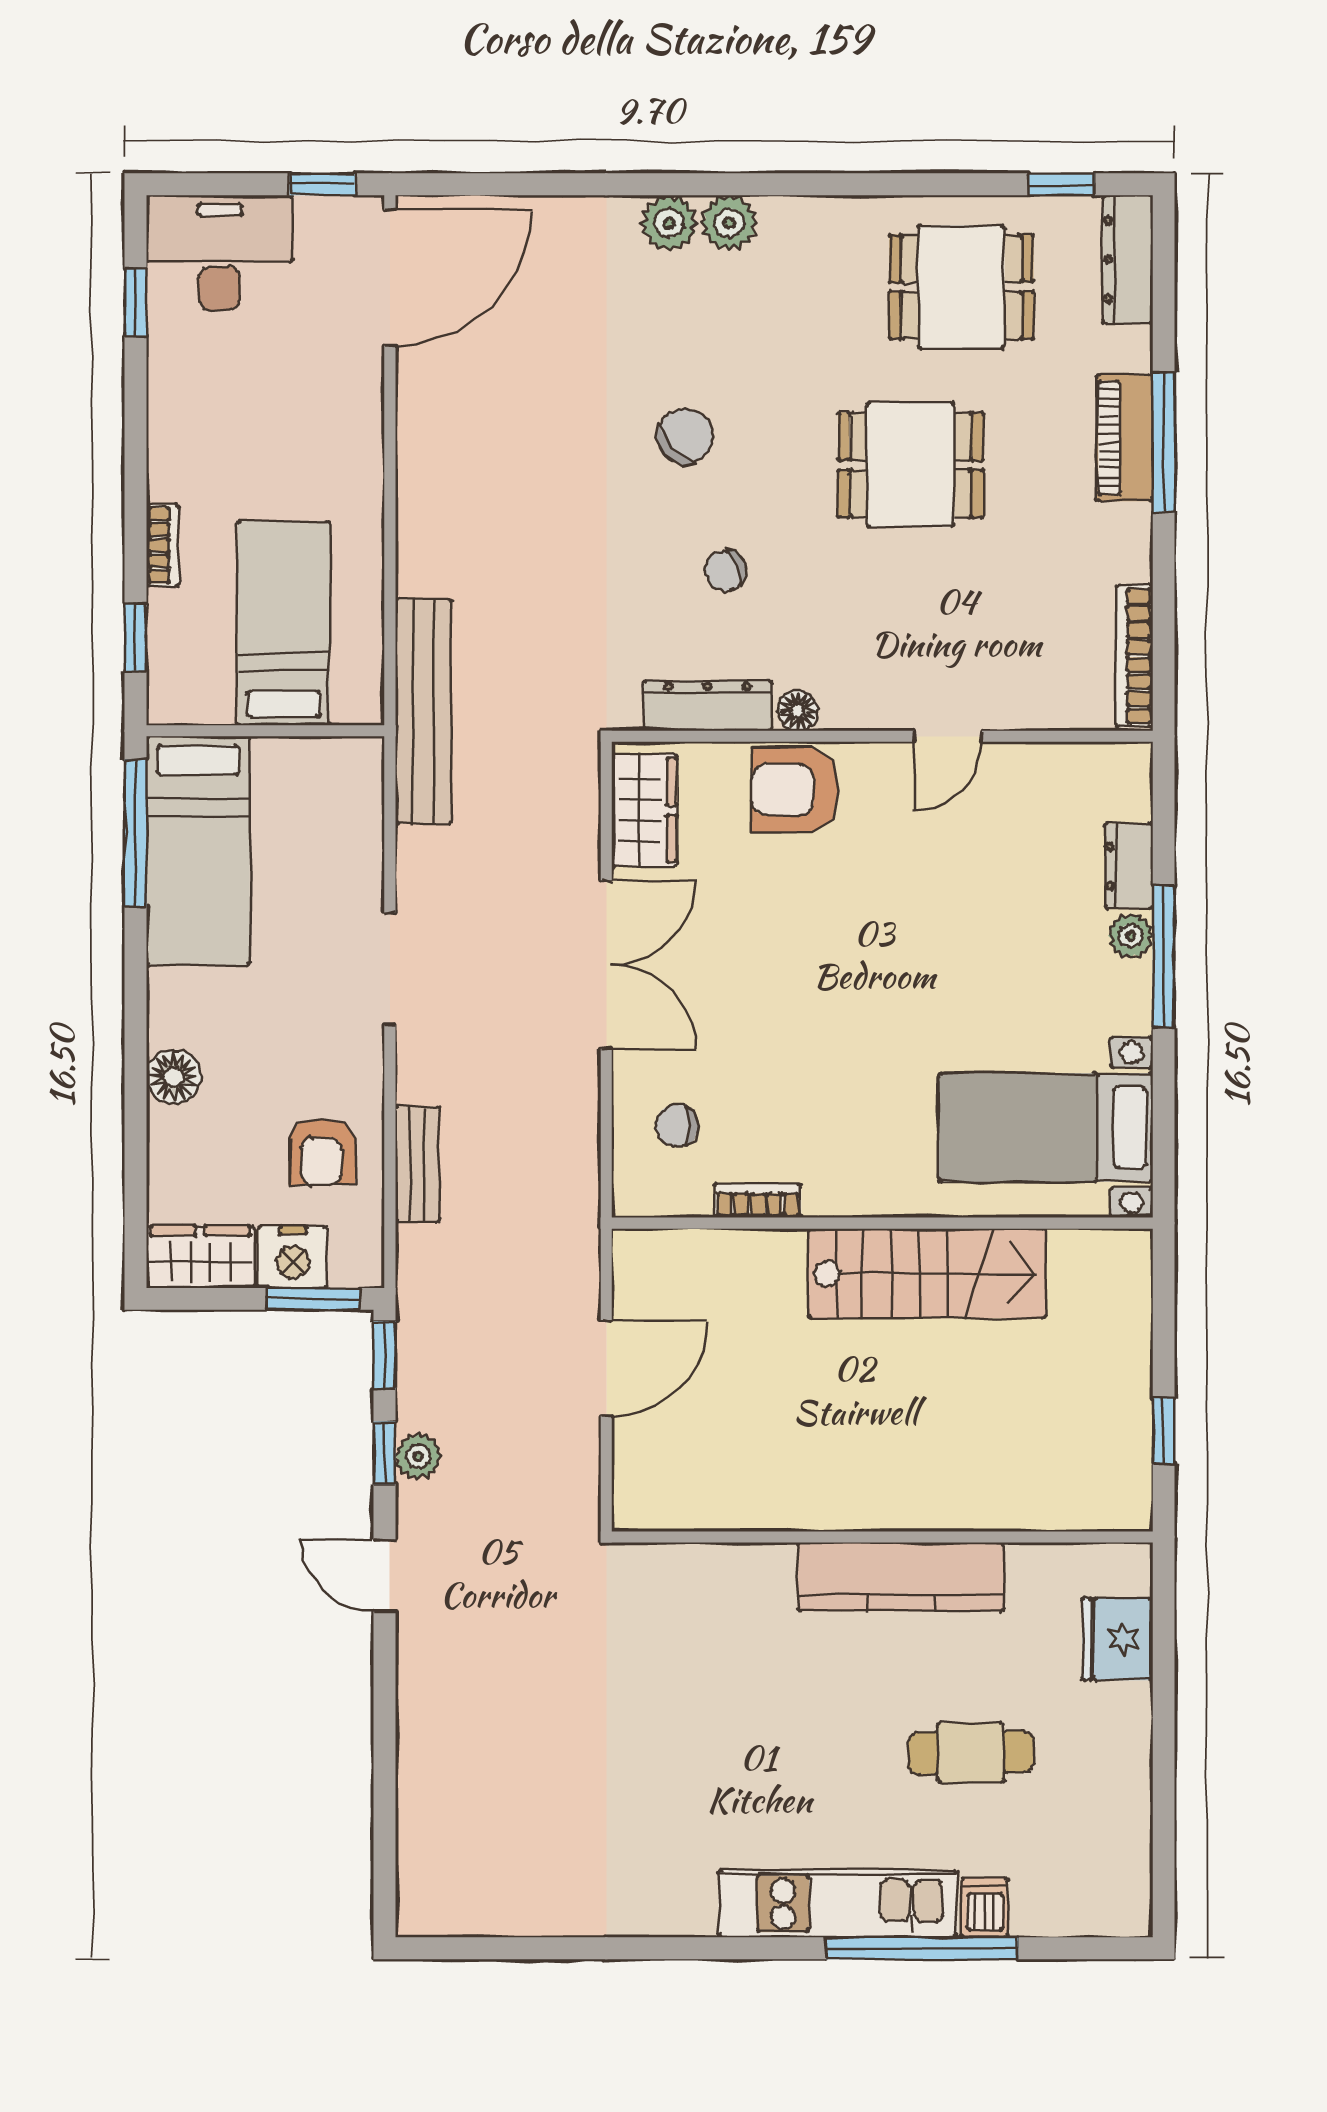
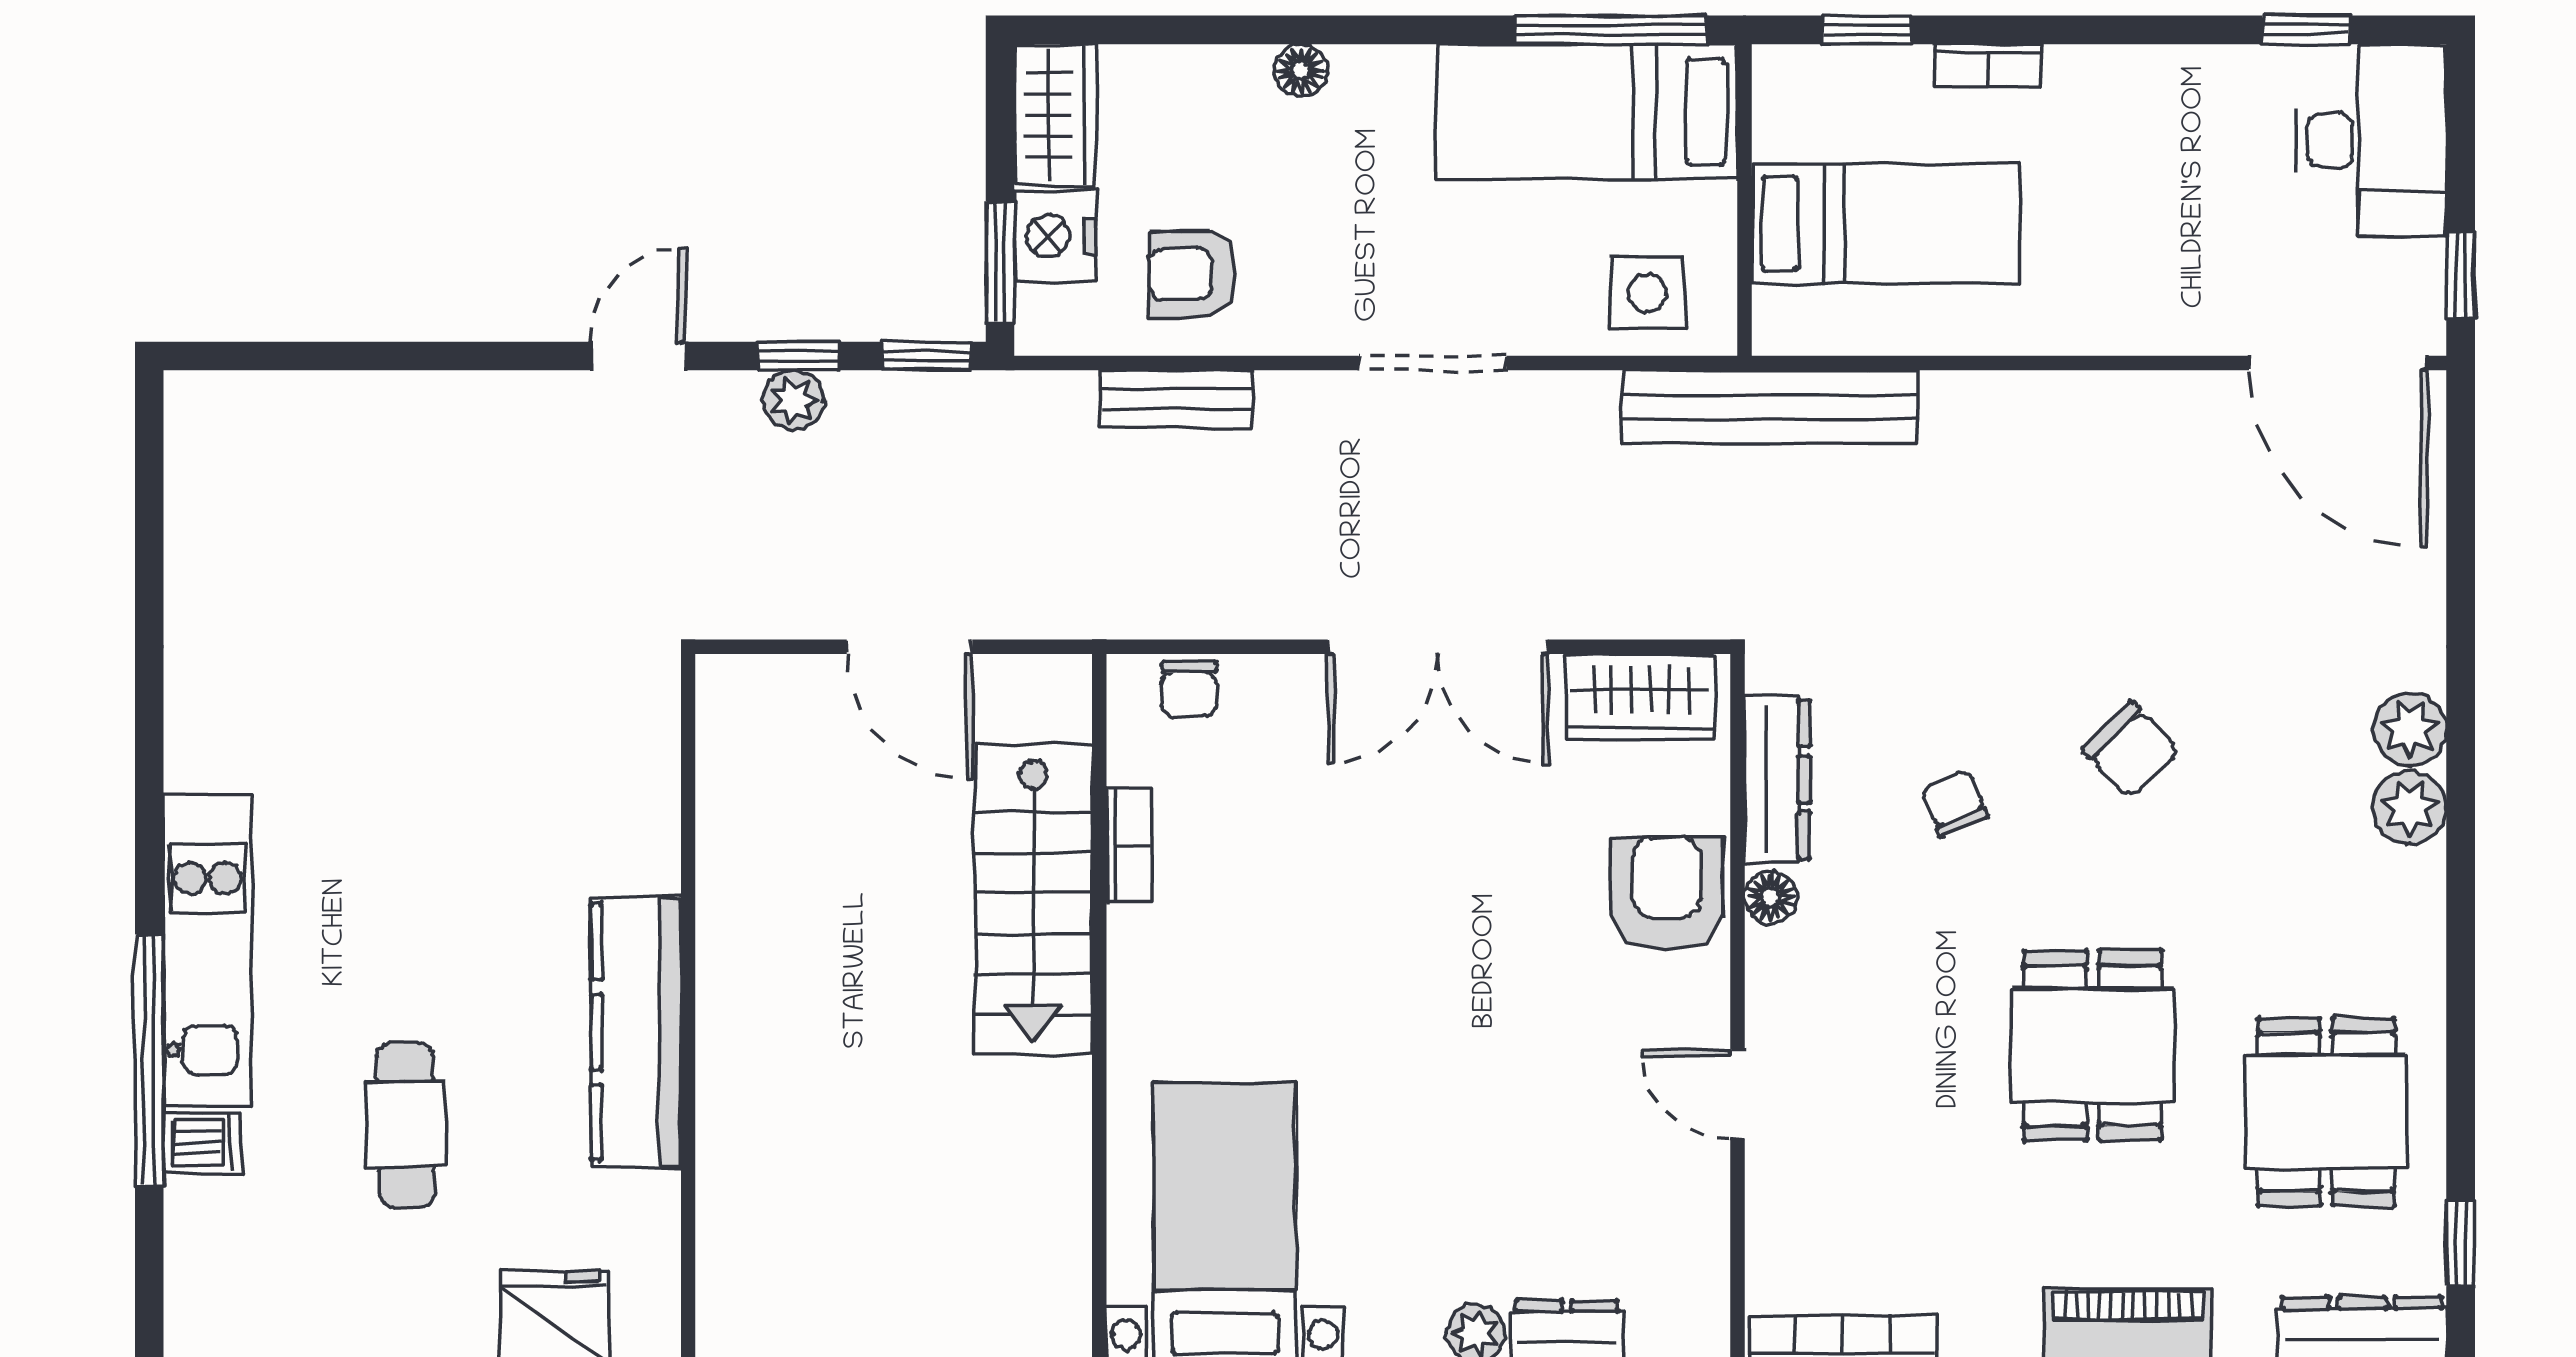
side table: (336, 805) -> (1647, 293), added
floor lamp: (174, 1077) -> (1301, 70), width x0.73, depth x0.73
chair: (677, 1125) -> (1189, 689), moved, turned 180
stairs: (927, 1273) -> (1034, 899), moved

